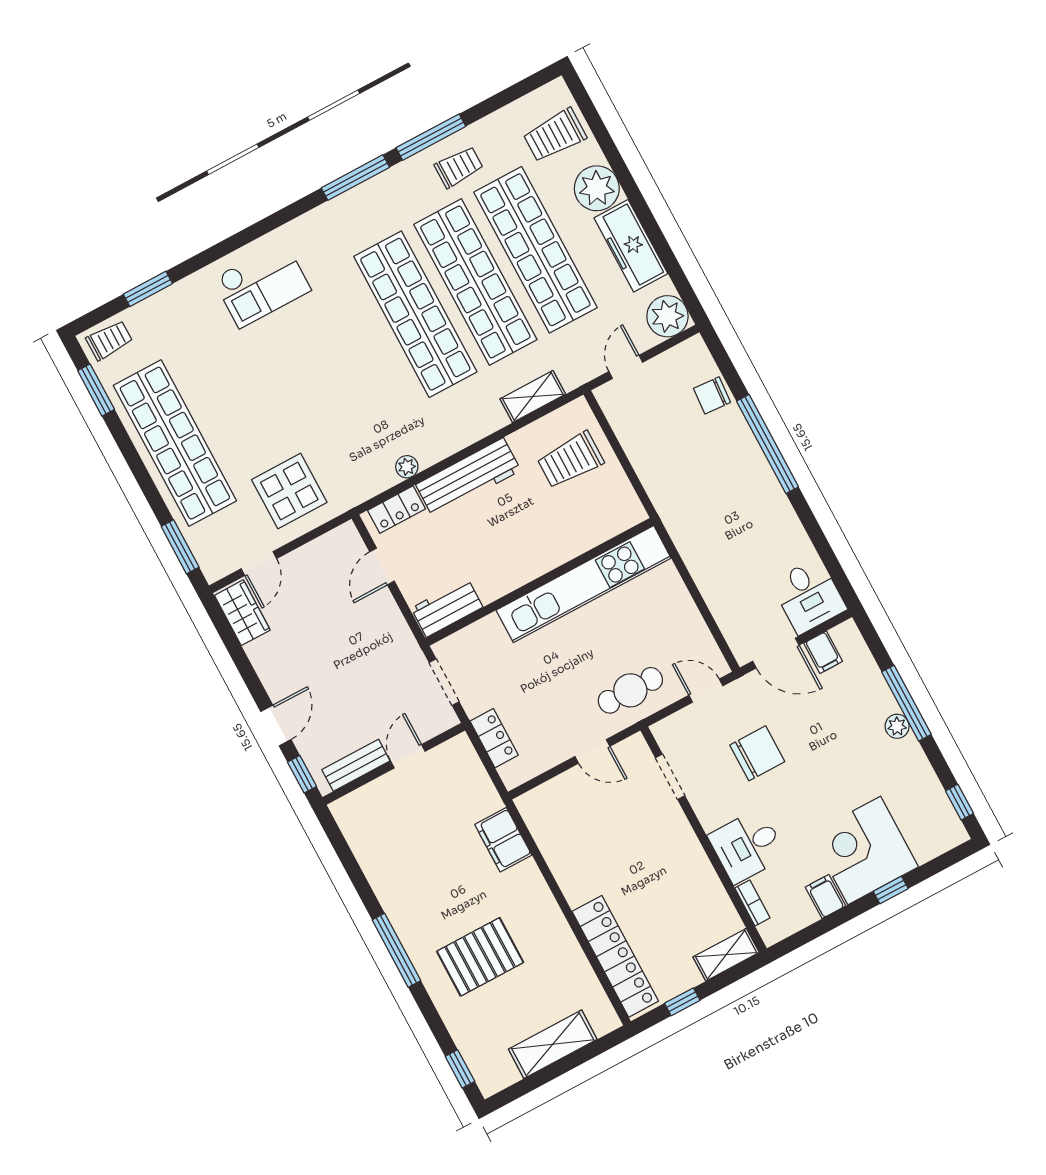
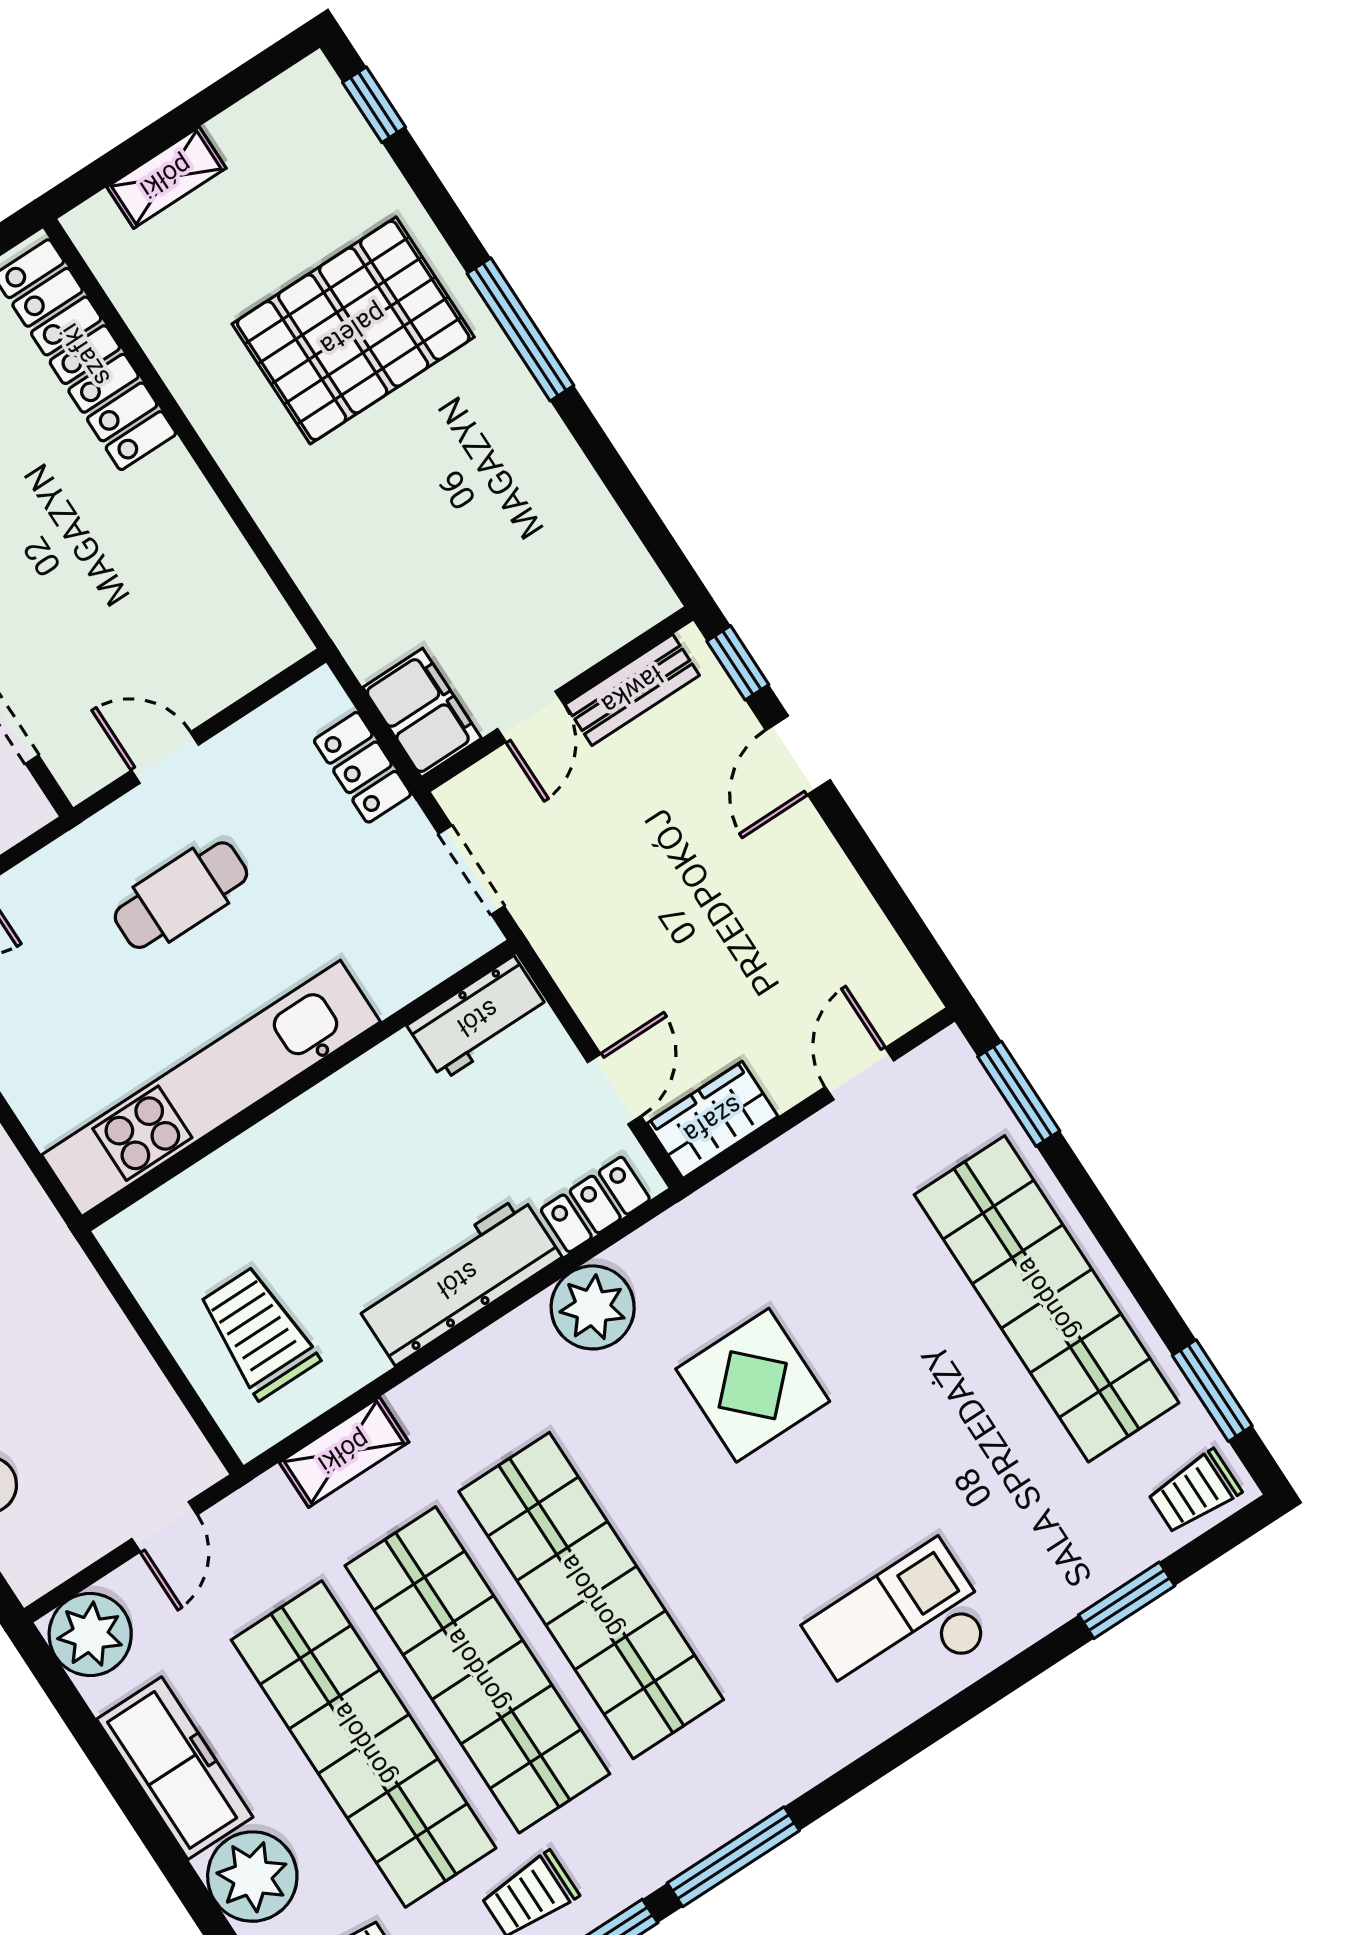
trolley: (570, 460) -> (258, 1332), turned -90
plant: (407, 467) -> (593, 1307), width x1.87, depth x1.87
display table: (289, 491) -> (753, 1385), moved
wardrobe: (242, 613) -> (713, 1120), moved, turned 90
cafe table: (630, 690) -> (181, 895), moved
filing cabinet: (503, 840) -> (422, 713), moved
pallet: (480, 957) -> (353, 330), width x1.37, depth x1.41
shelving: (553, 1044) -> (166, 177), width x0.67, depth x0.75

